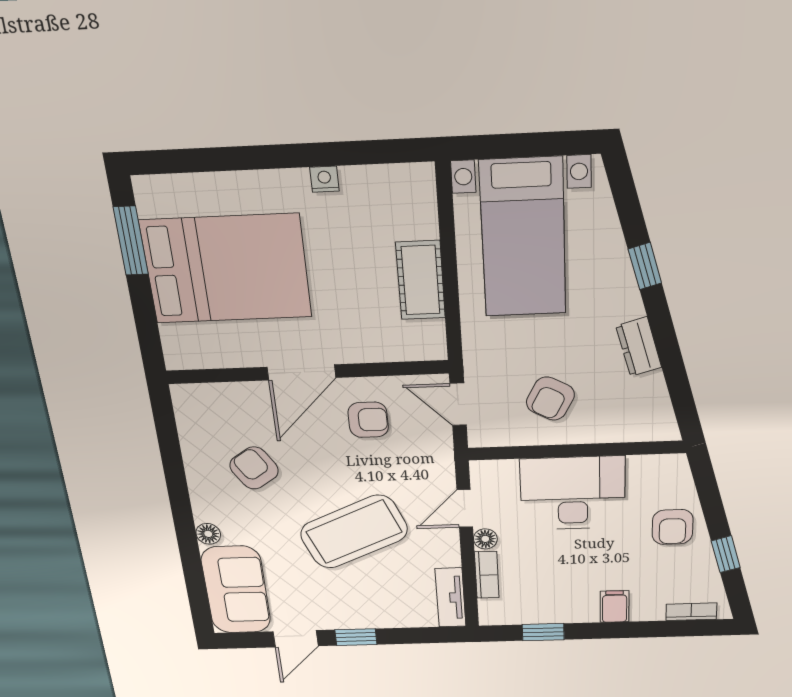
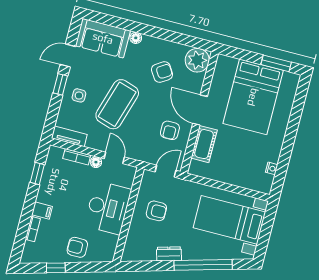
nightstand: (324, 179) -> (272, 168), moved
window: (645, 266) -> (203, 265), width x3.17
cot: (421, 280) -> (204, 144), moved, turned 90
armchair: (550, 399) -> (156, 211), turned 152
plant: (200, 408) -> (197, 60), added
coffee table: (354, 532) -> (117, 104), turned 40
side table: (364, 601) -> (79, 95), added
bookcase: (691, 612) -> (33, 229), moved
door: (296, 639) -> (68, 55), hinge flipped

